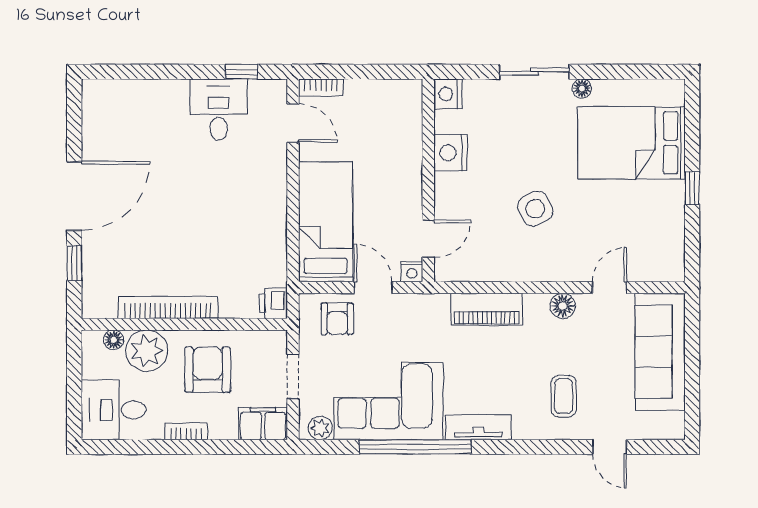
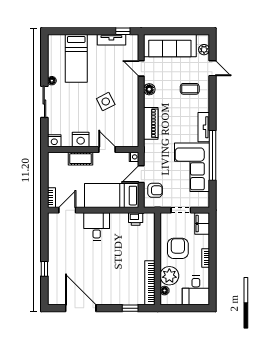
window: (242, 72) -> (44, 269), moved
desk: (218, 110) -> (97, 226), moved, turned 90
bed: (631, 143) -> (76, 58), width x0.67
cot: (408, 152) -> (80, 159), added
window: (692, 188) -> (123, 31), moved
door: (74, 196) -> (81, 308), moved
tv unit: (673, 221) -> (111, 40), added
door: (428, 239) -> (107, 149), moved
printer: (273, 303) -> (136, 219), moved
bookcase: (168, 307) -> (150, 283), moved
armchair: (208, 370) -> (178, 248), turned 90
plant: (320, 428) -> (204, 50), moved
door: (610, 447) -> (212, 68), hinge flipped

